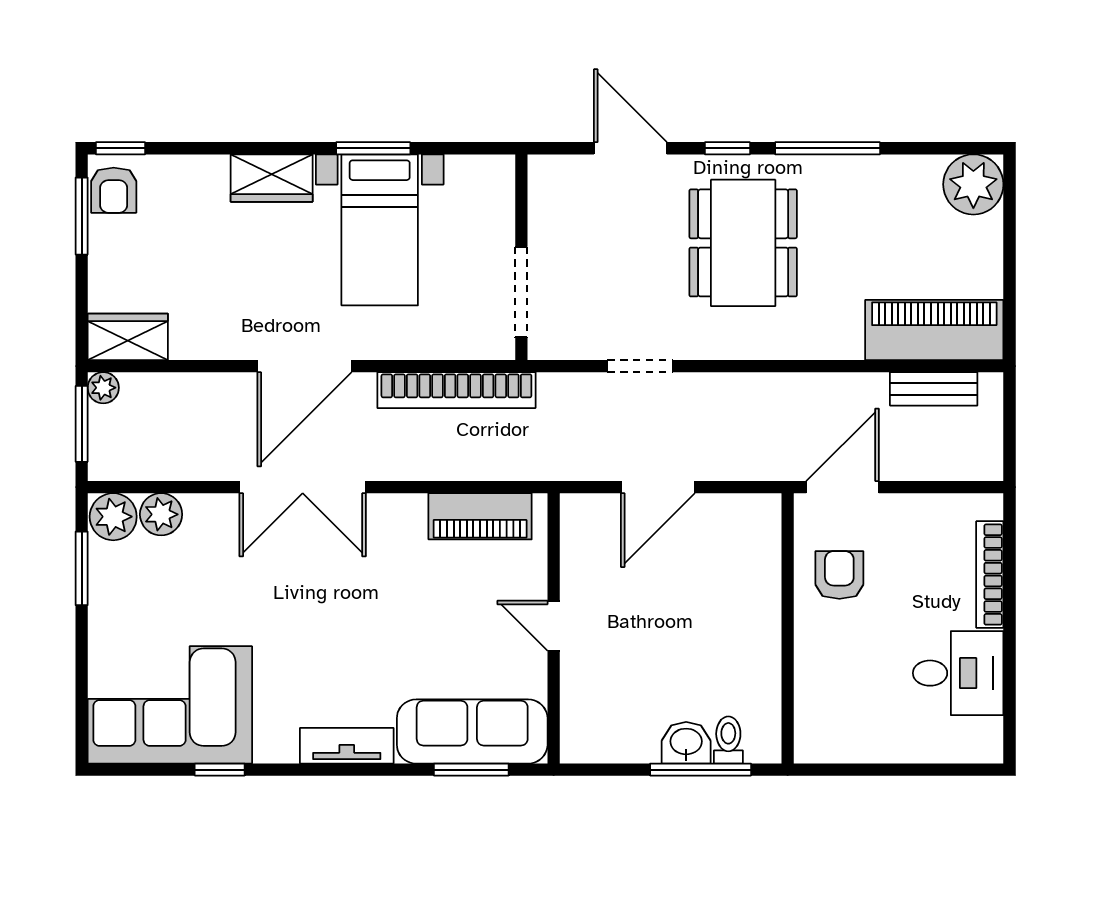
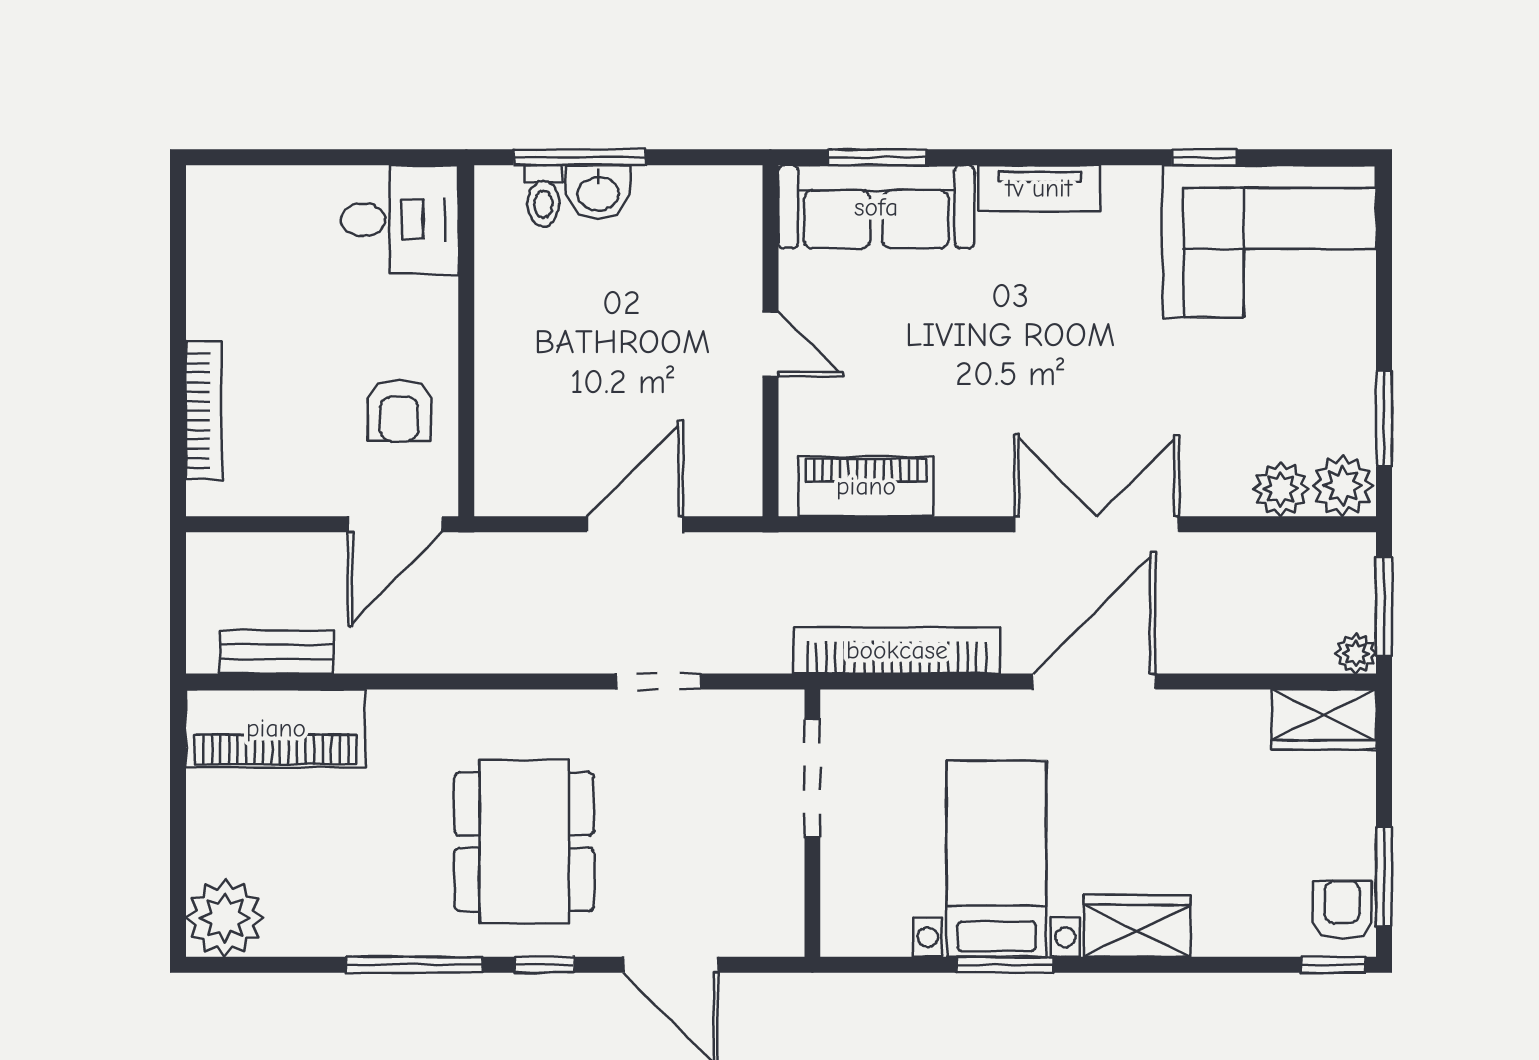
desk: (958, 673) -> (400, 220), moved, turned 180

